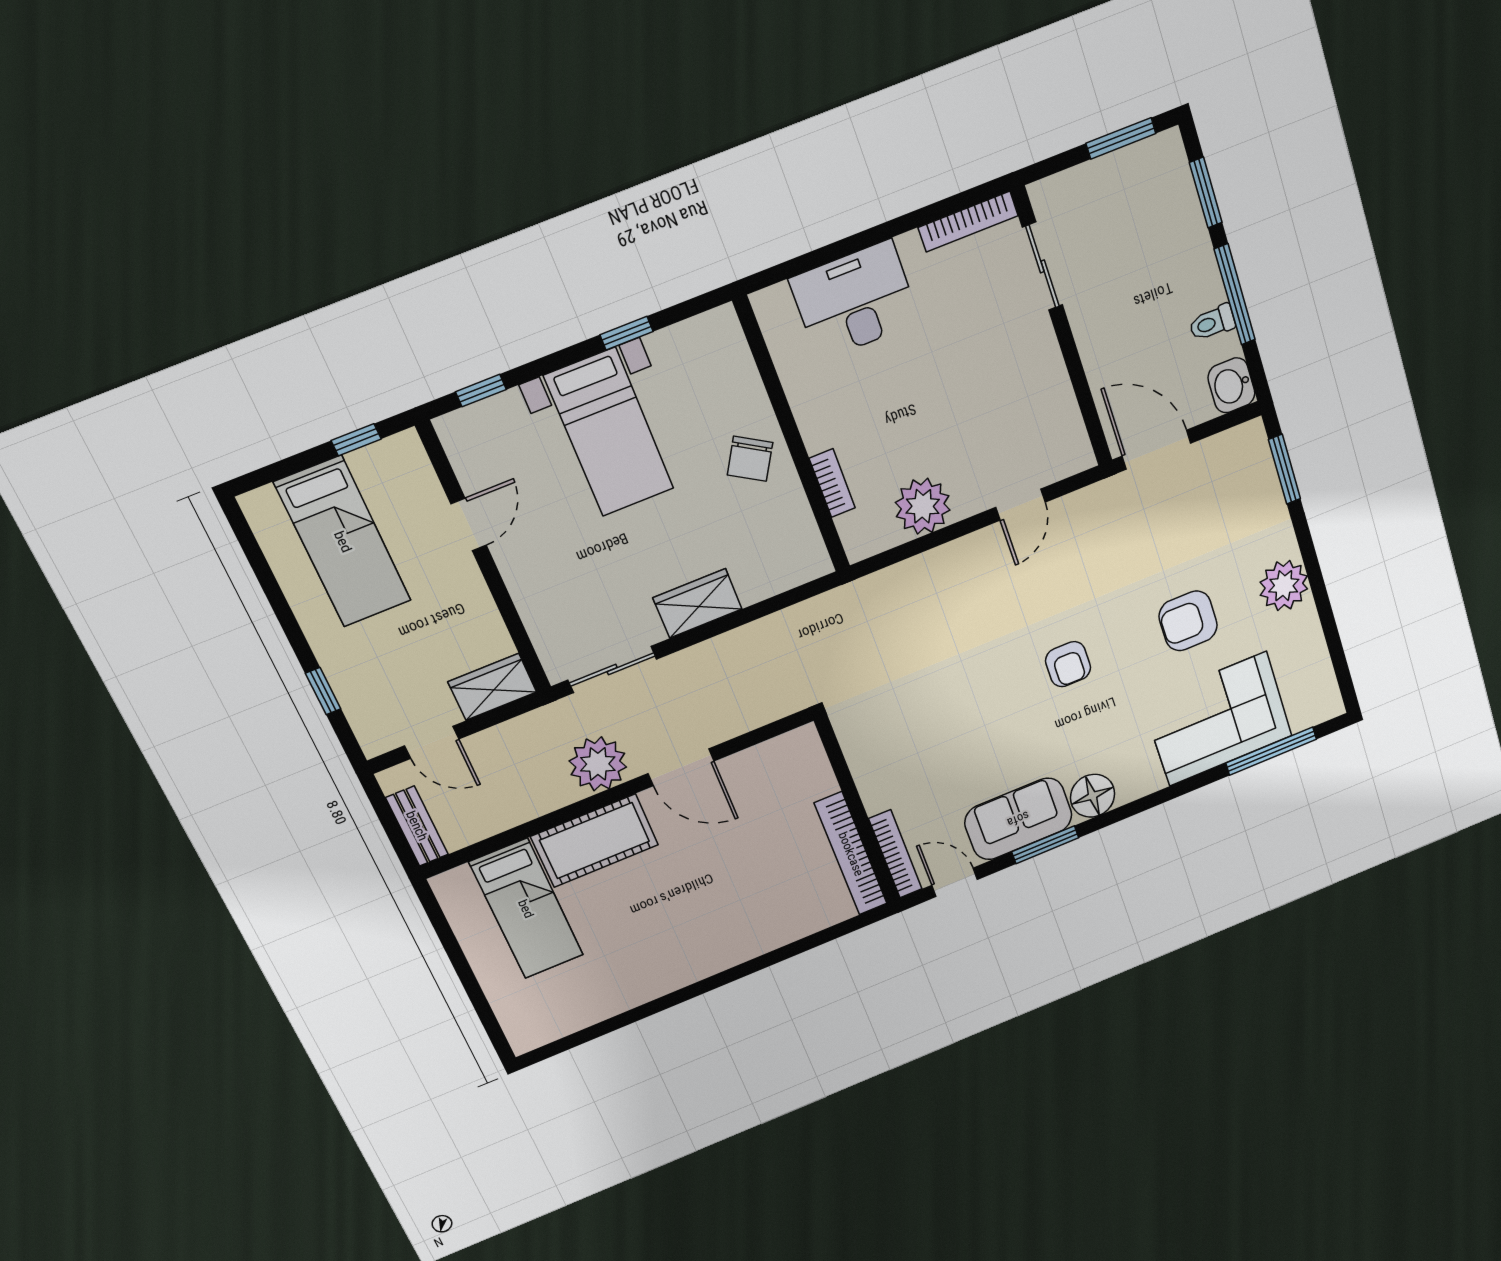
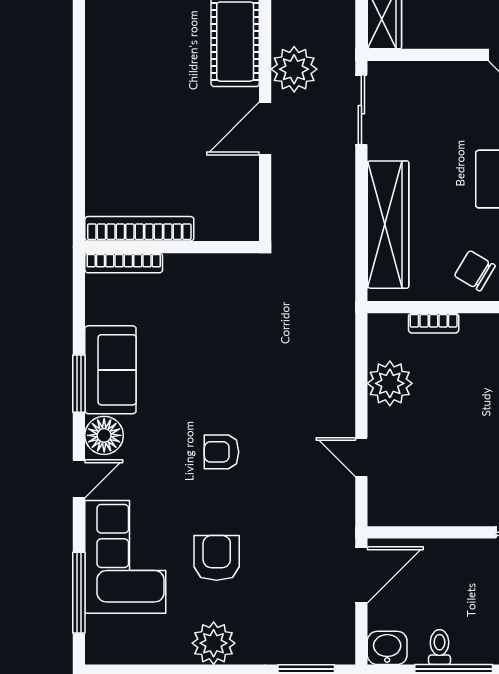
wardrobe: (698, 603) -> (388, 225), width x2.10, depth x1.17
door: (955, 882) -> (79, 479), moved

